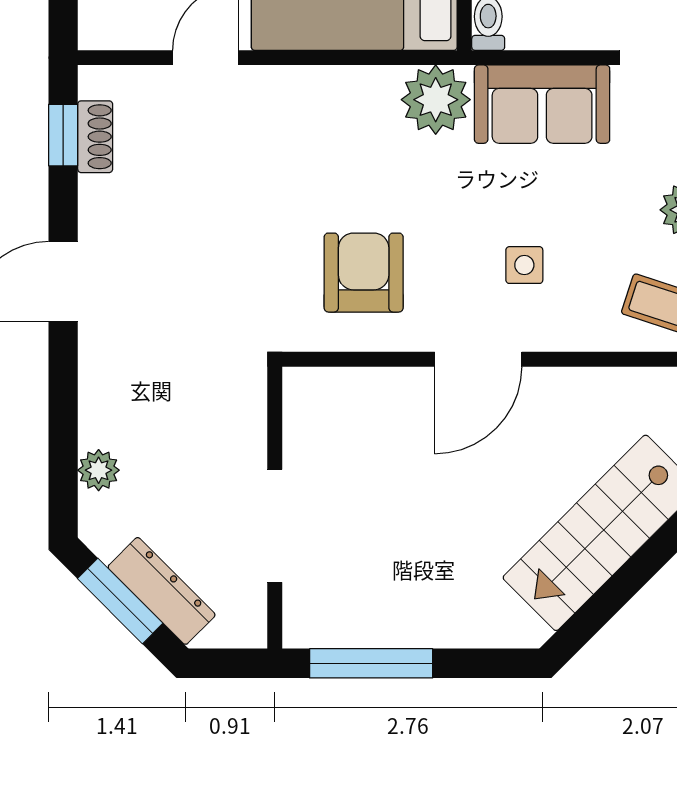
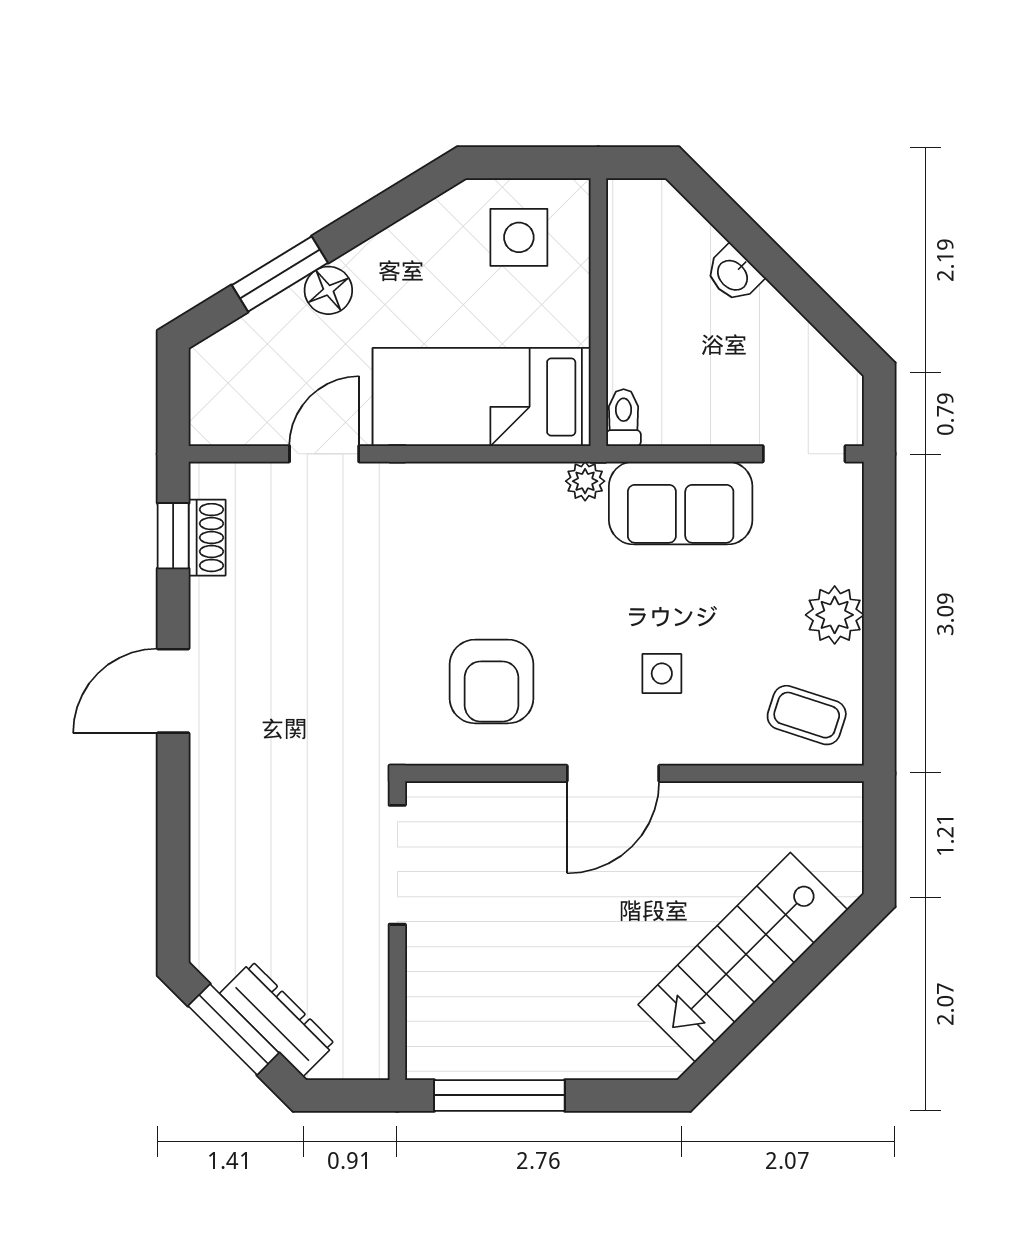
plant: (436, 100) -> (585, 481), width x0.53, depth x0.53
armchair: (364, 273) -> (492, 681), turned 180
plant: (99, 470) -> (211, 891), removed
doorway: (275, 526) -> (397, 865), moved

